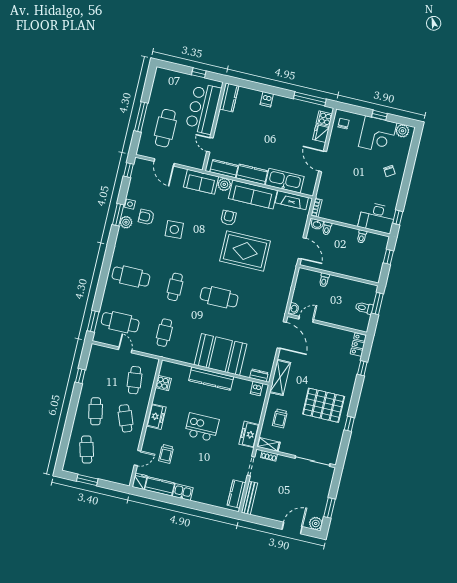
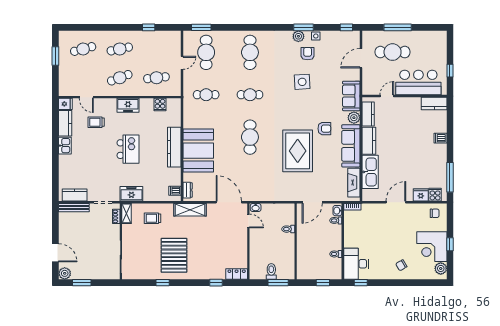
door: (282, 335) -> (229, 202), swing flipped

